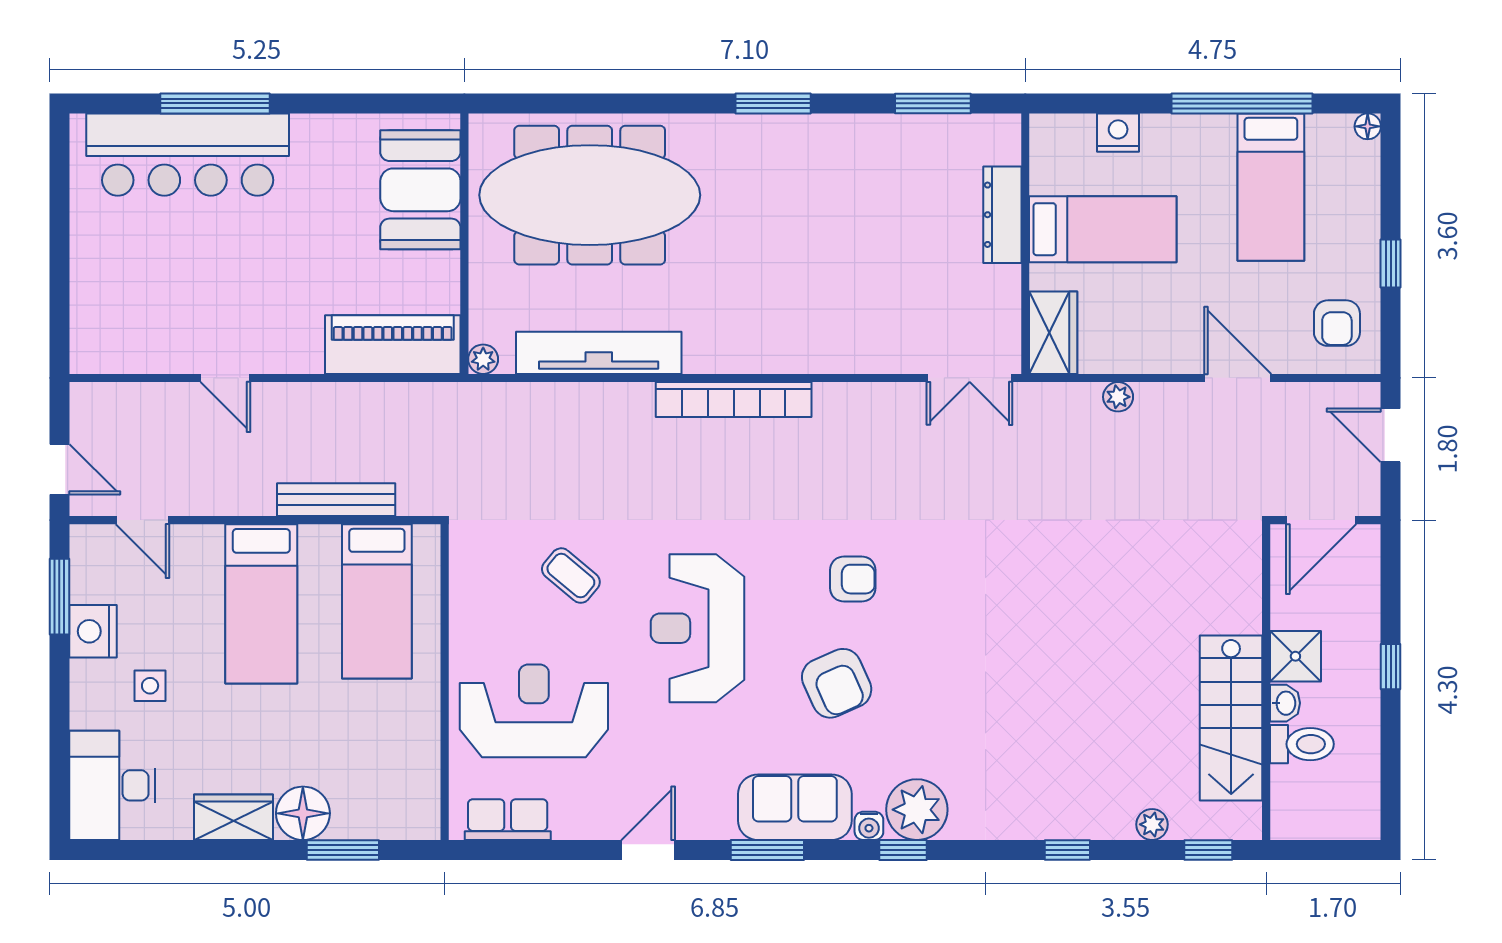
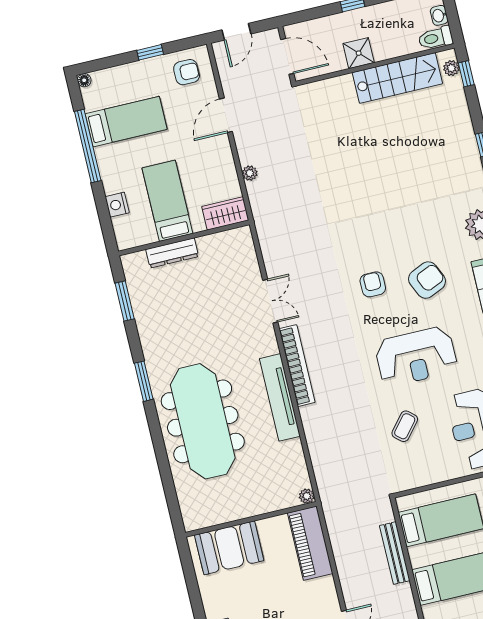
meeting table: (590, 195) -> (203, 421), moved
tv unit: (599, 353) -> (280, 397), moved
double door: (970, 378) -> (270, 301), moved
washbasin: (1285, 703) -> (439, 15), moved, turned -90
toilet: (1302, 744) -> (436, 38), moved, turned -90
plant: (1152, 824) -> (451, 68), moved

